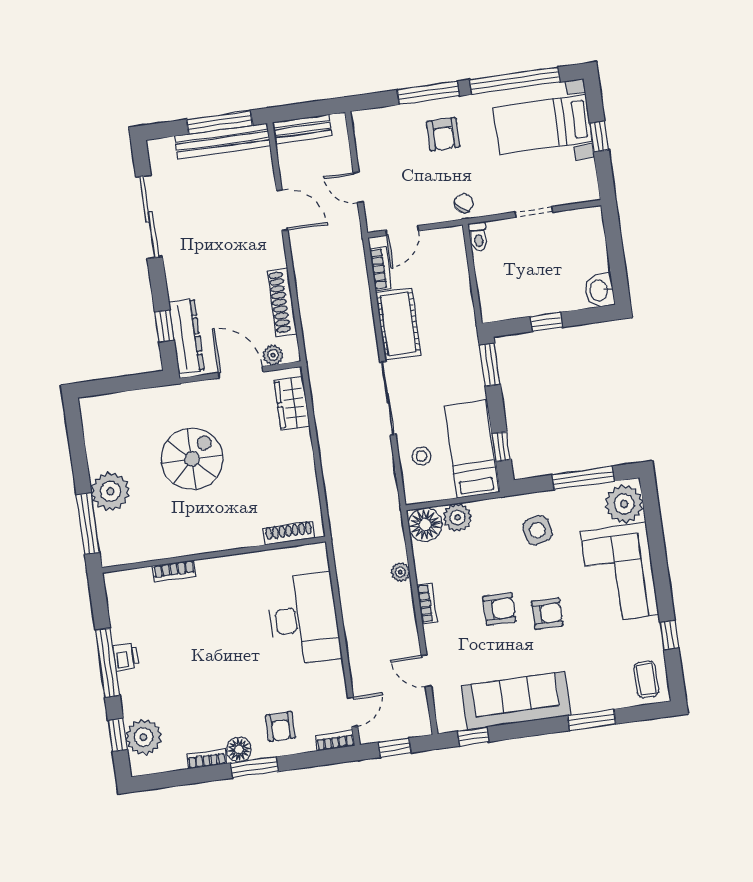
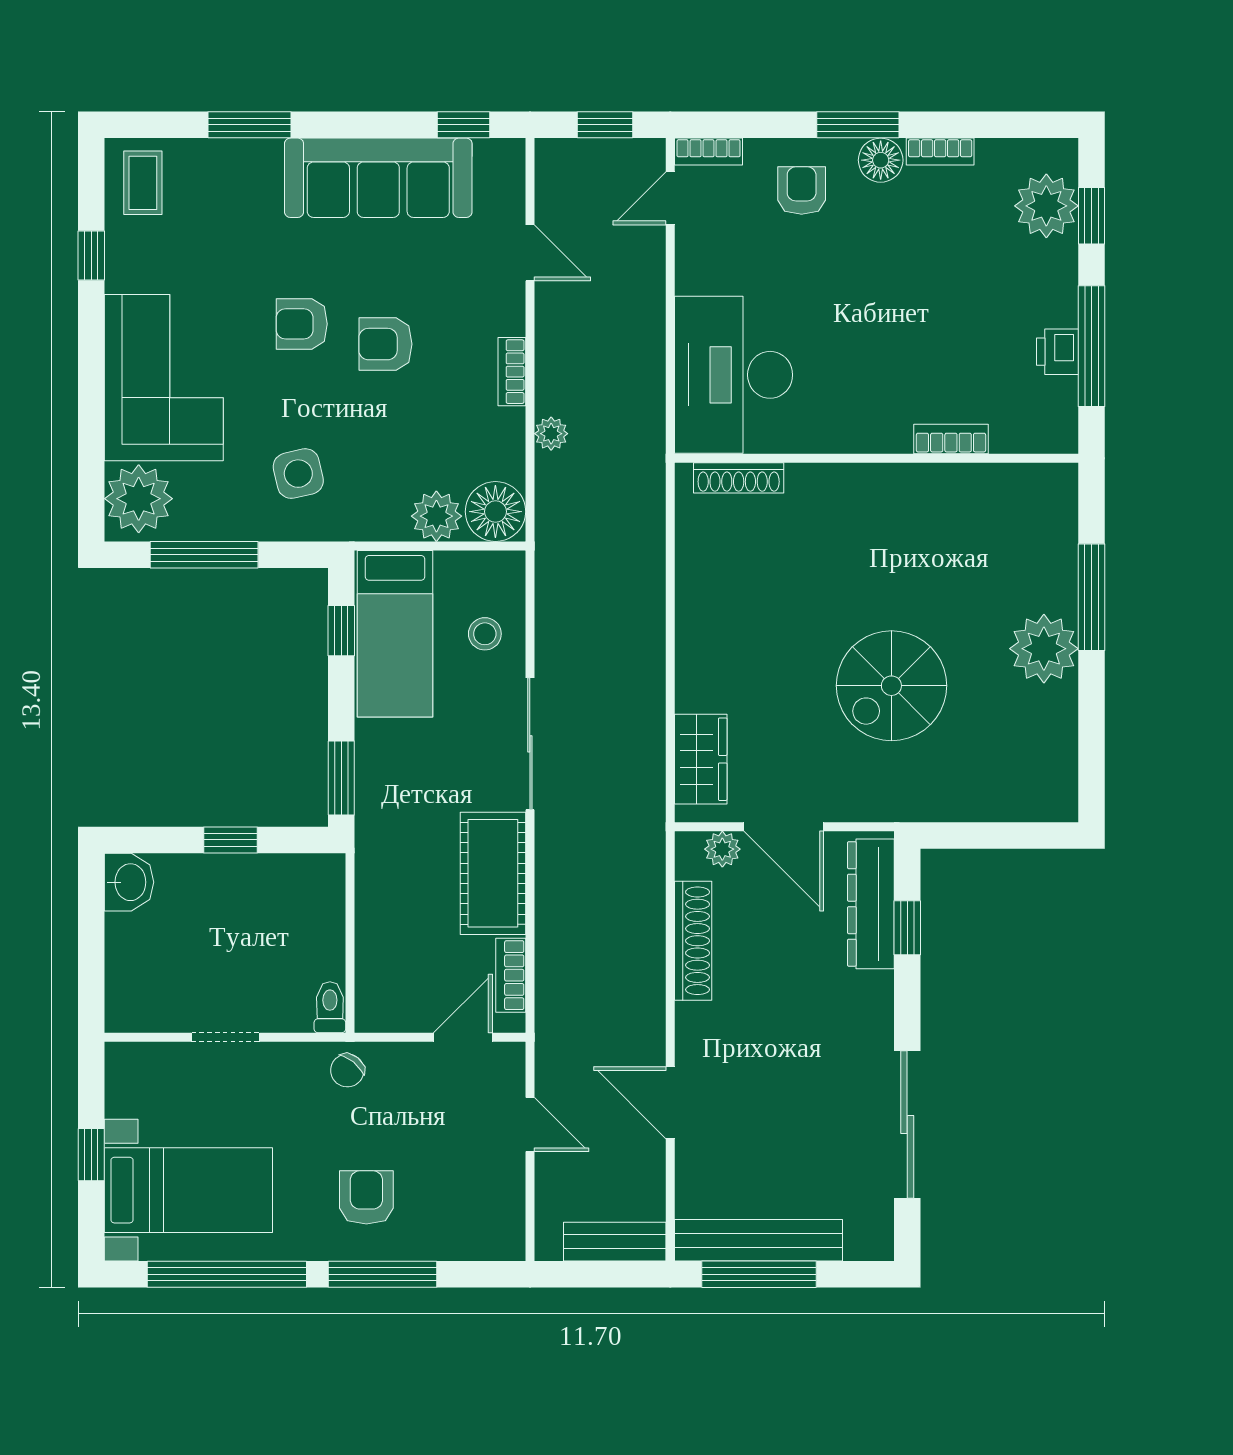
shoe rack: (289, 533) -> (739, 478), moved
wall: (214, 555) -> (876, 458), moved
bookcase: (174, 571) -> (951, 439), moved

